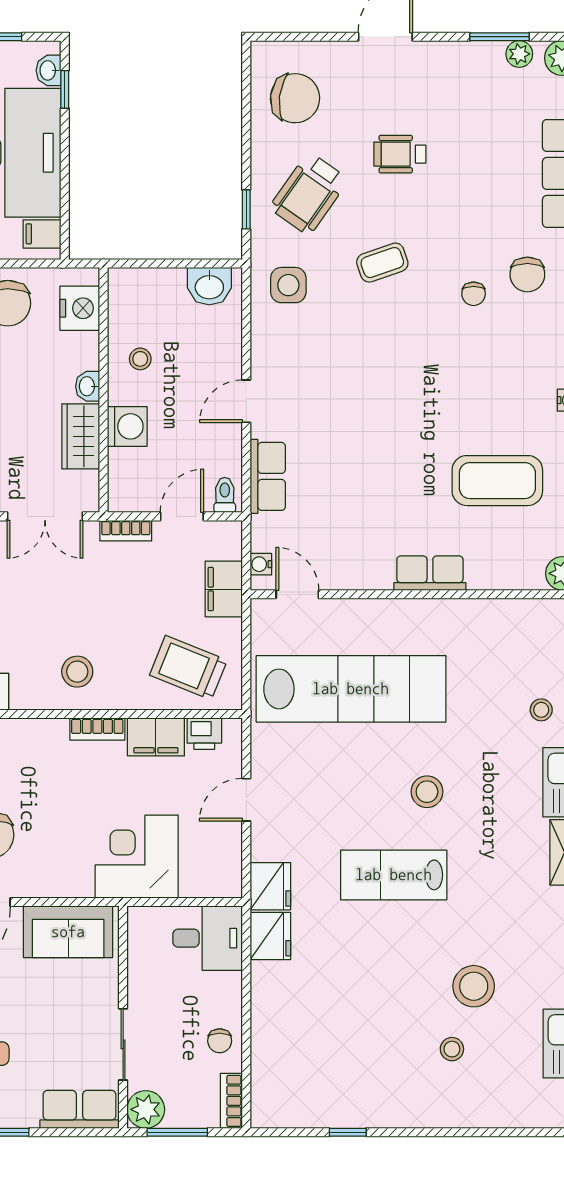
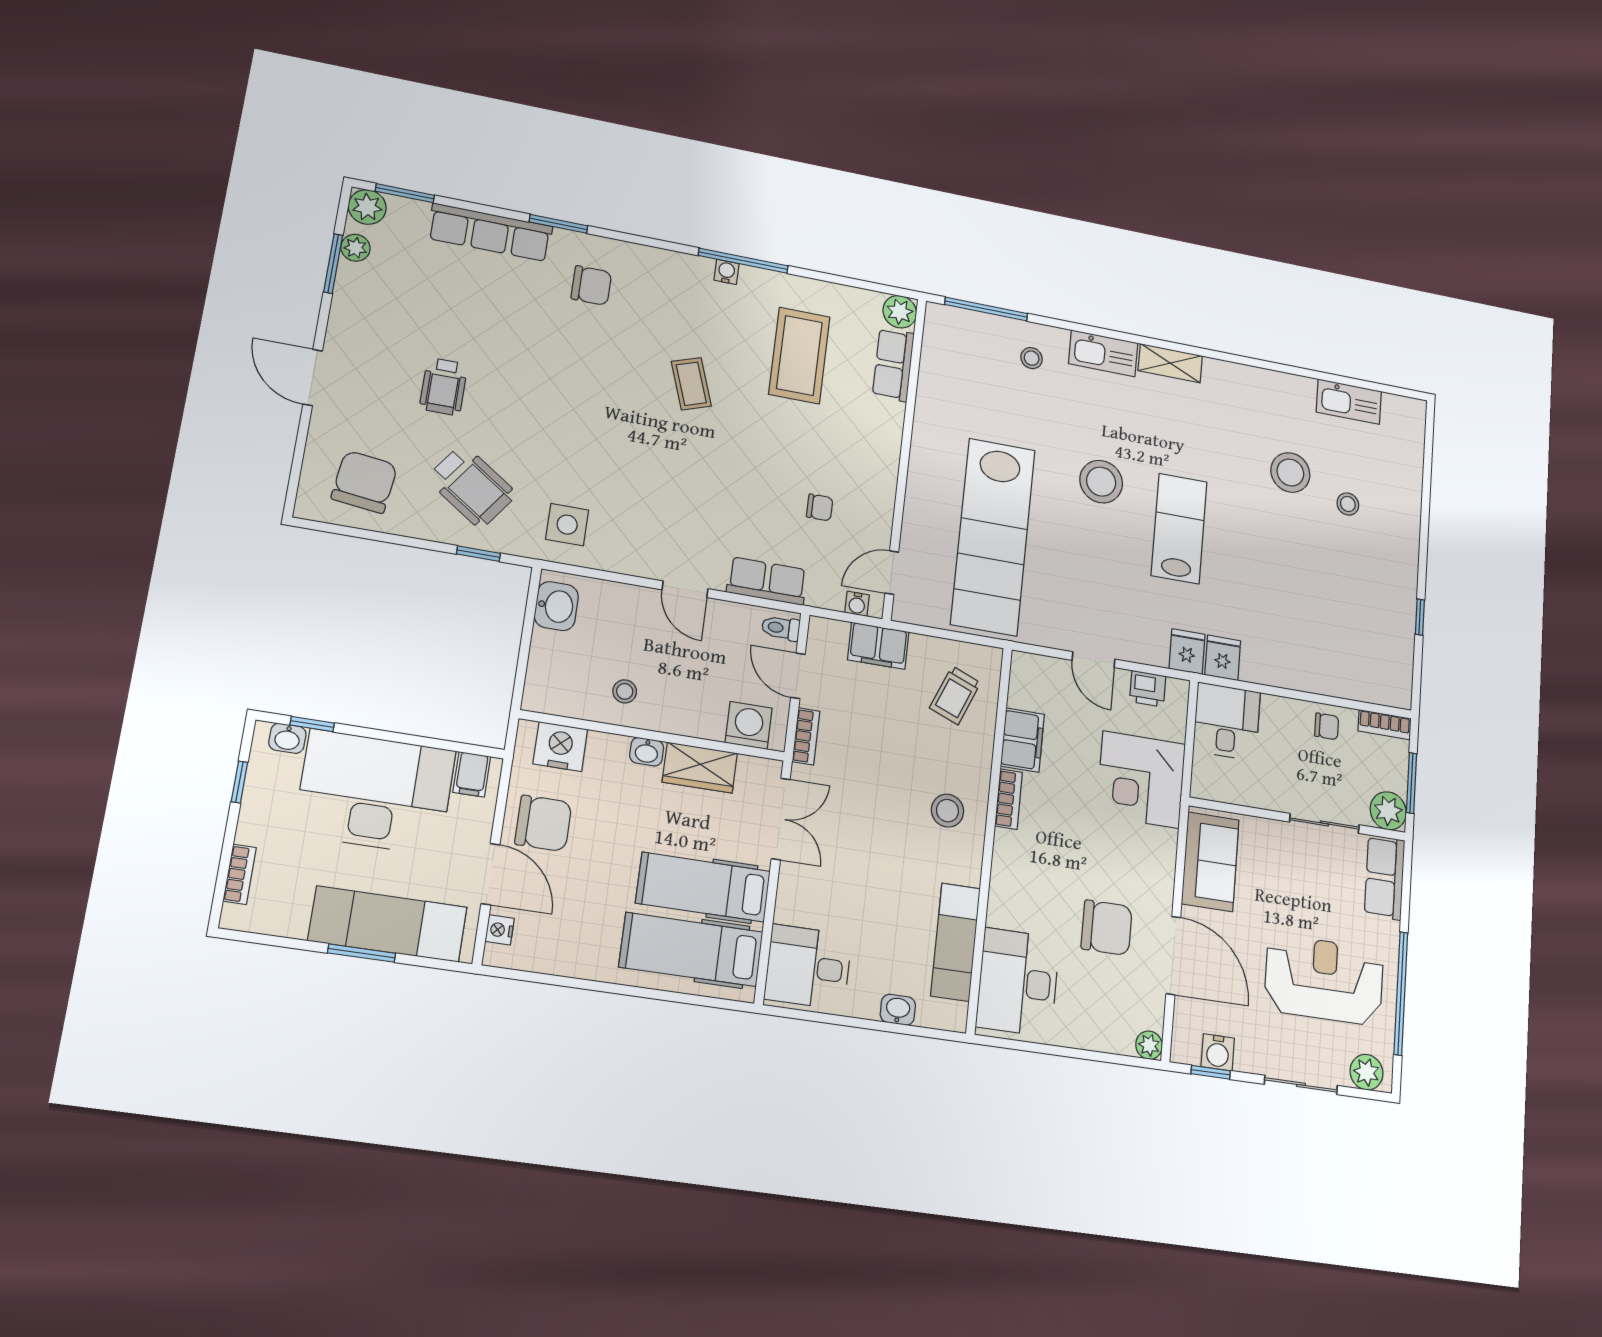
coffee table: (382, 263) -> (691, 384), moved
chair: (474, 294) -> (820, 507), moved
washing machine: (127, 426) -> (749, 725), moved
row of seats: (430, 573) -> (893, 365), moved
trolley: (188, 668) -> (955, 695), width x0.73, depth x0.72
lab bench: (351, 689) -> (993, 537), turned 180
printer: (204, 734) -> (1148, 689), moved, turned 90
stool: (427, 792) -> (1101, 482), width x1.38, depth x1.38
lab bench: (394, 875) -> (1179, 529), turned 180
fridge: (270, 886) -> (1187, 652), width x0.72
fridge: (270, 936) -> (1223, 658), width x0.72

